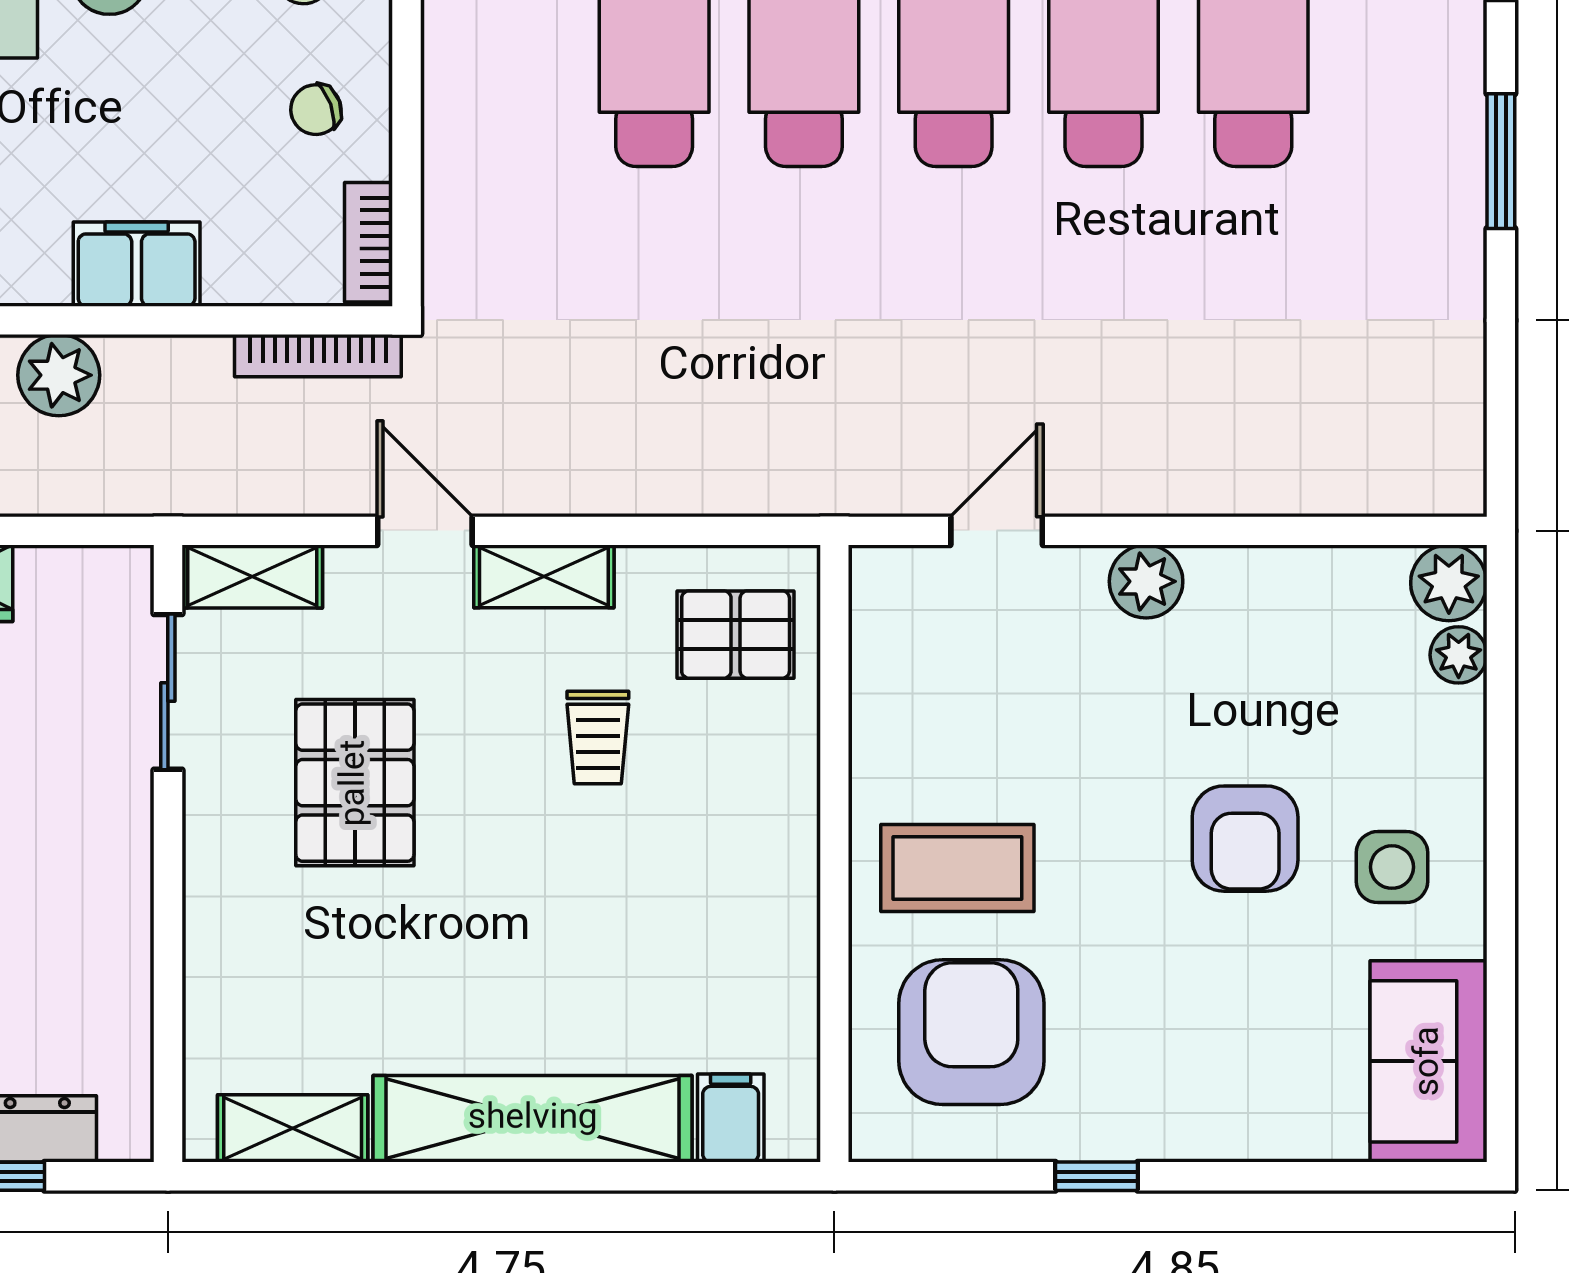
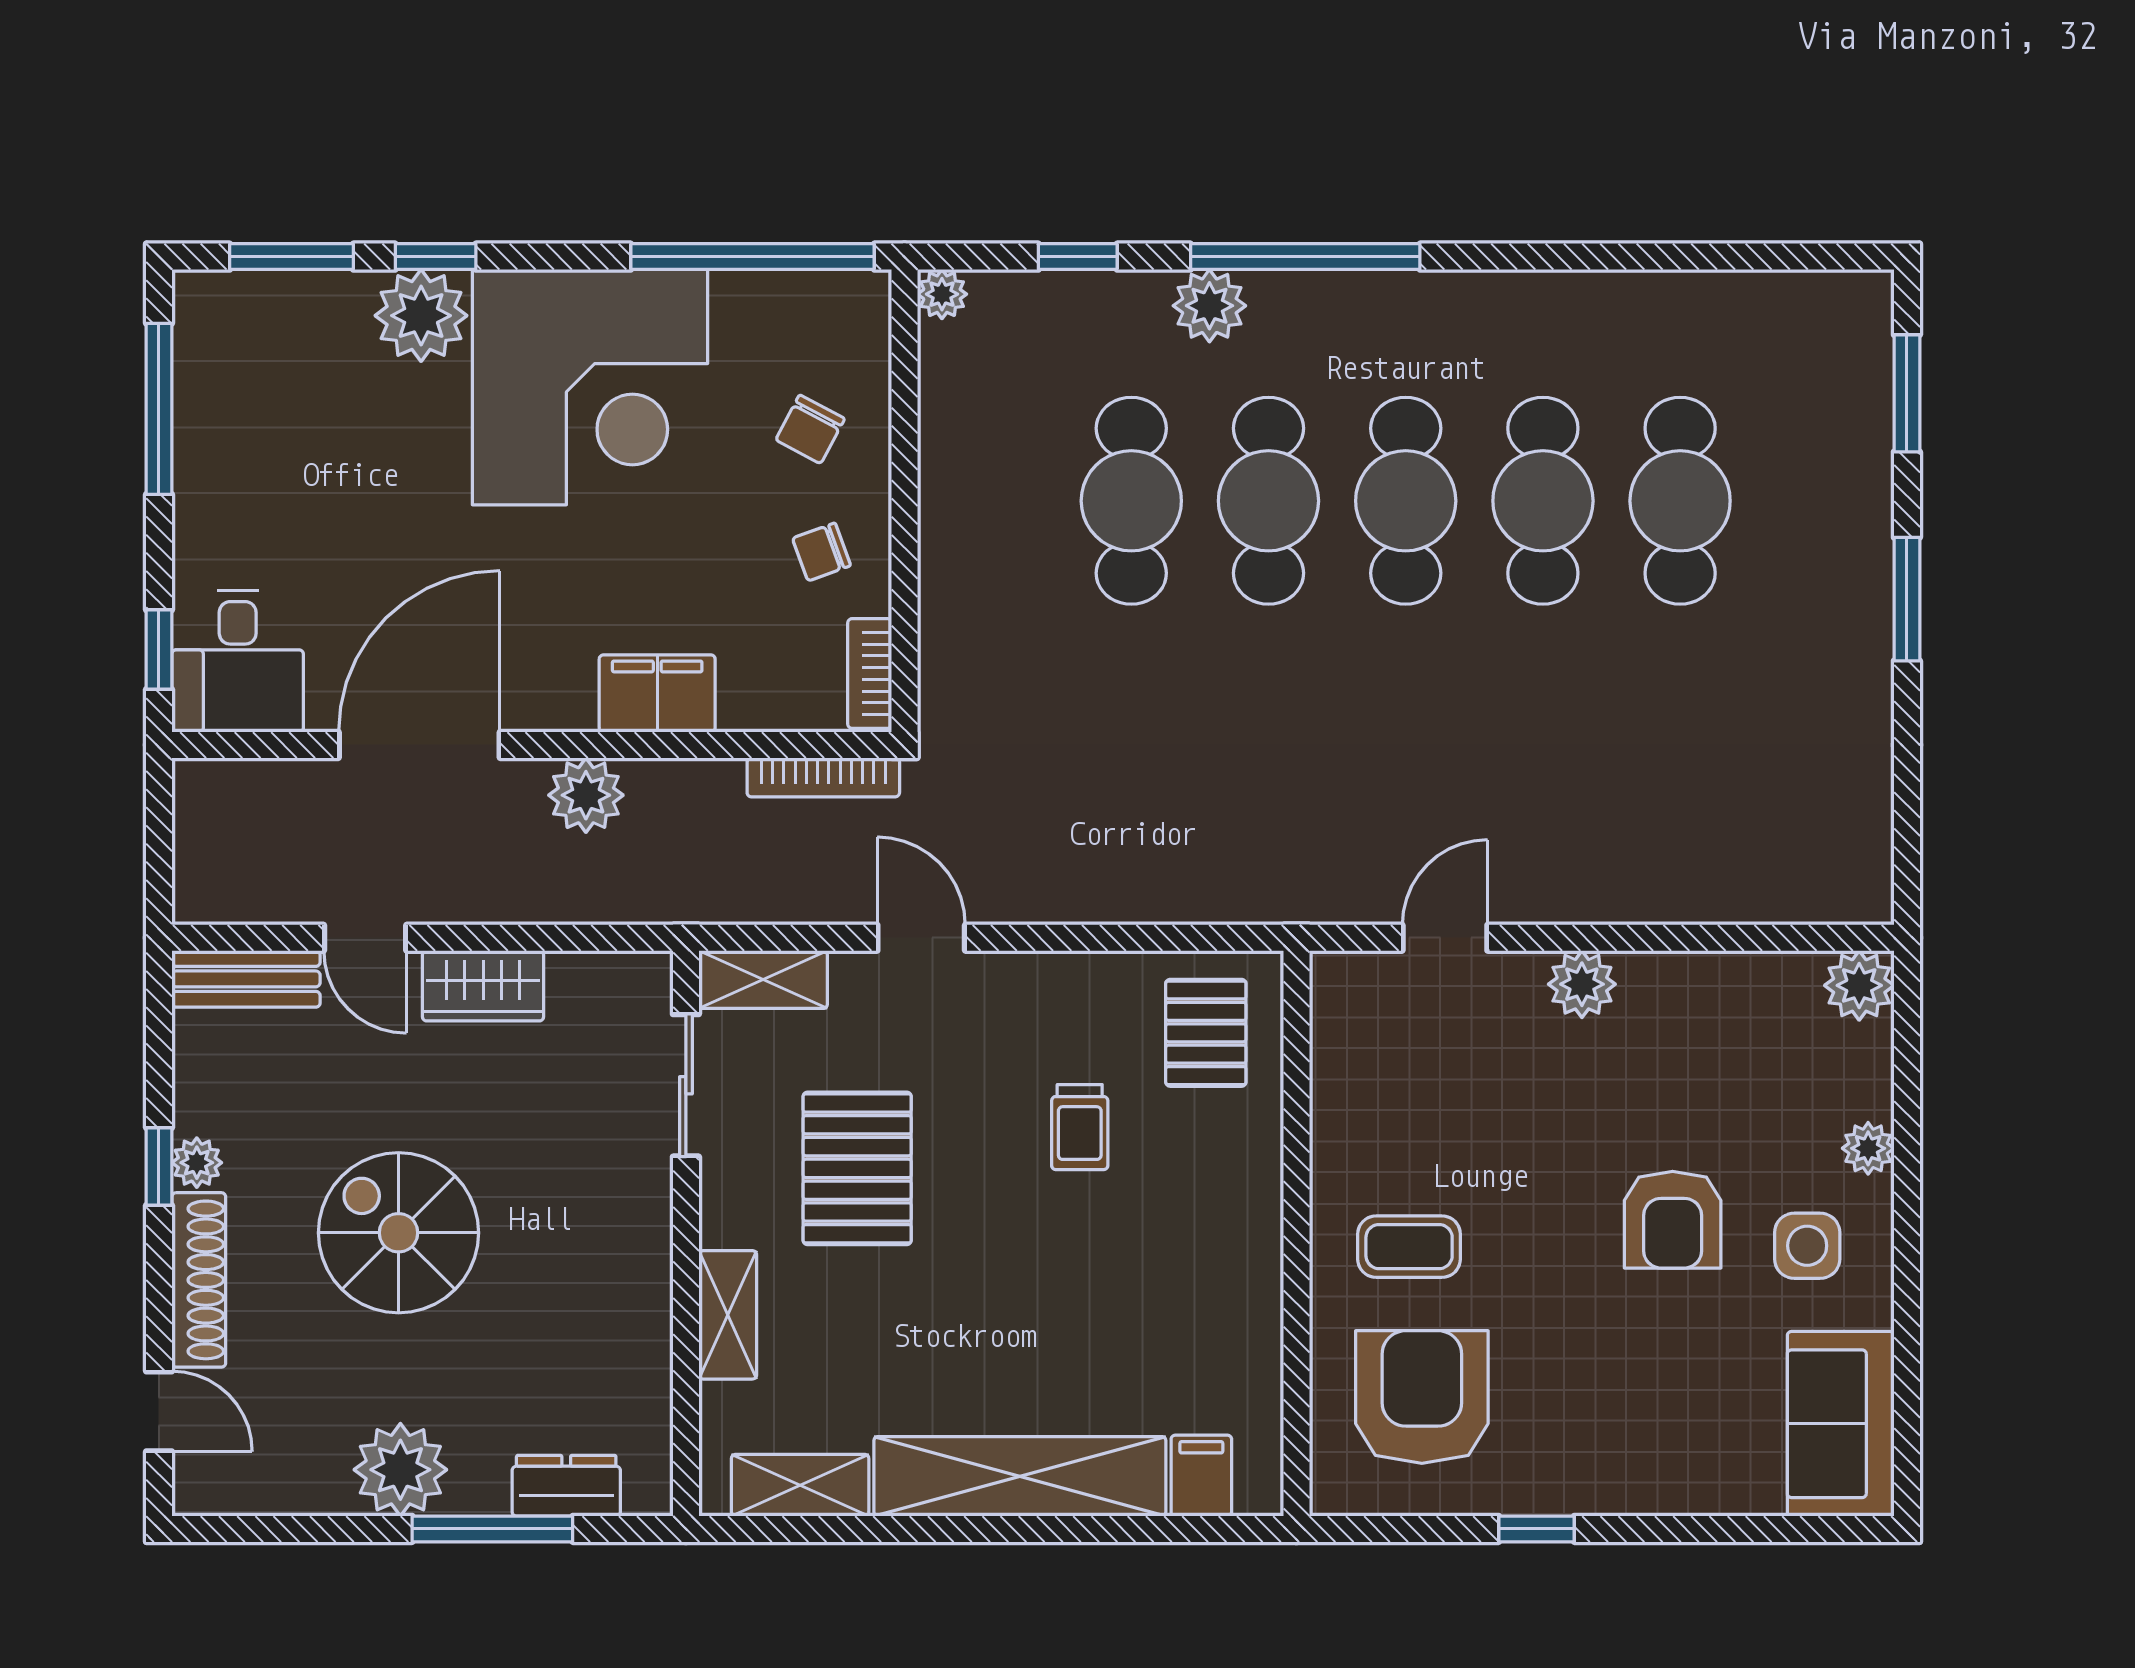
shelving: (544, 576) -> (728, 1315), moved, turned 90
pallet: (736, 635) -> (1206, 1033), turned 90
plant: (1459, 655) -> (1868, 1148), moved
coffee table: (957, 868) -> (1409, 1247), width x0.73, depth x0.77

